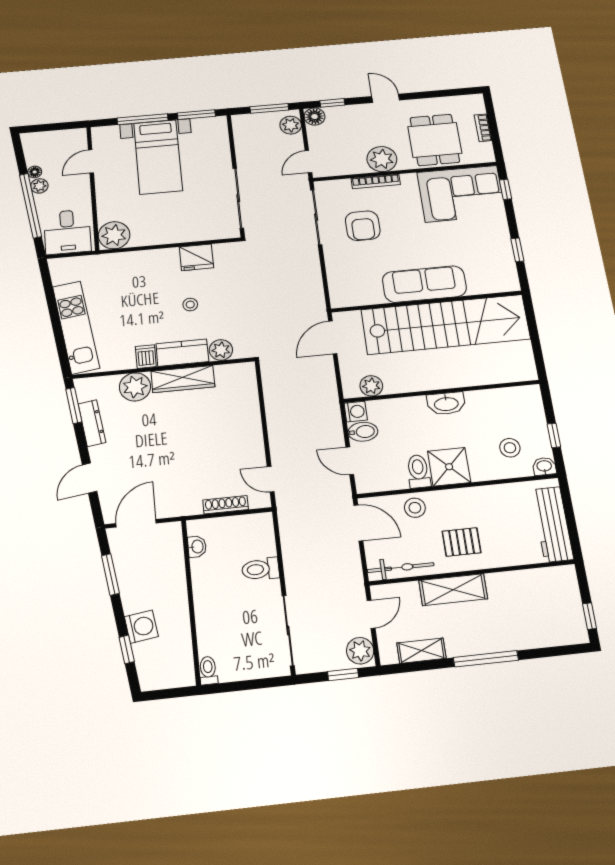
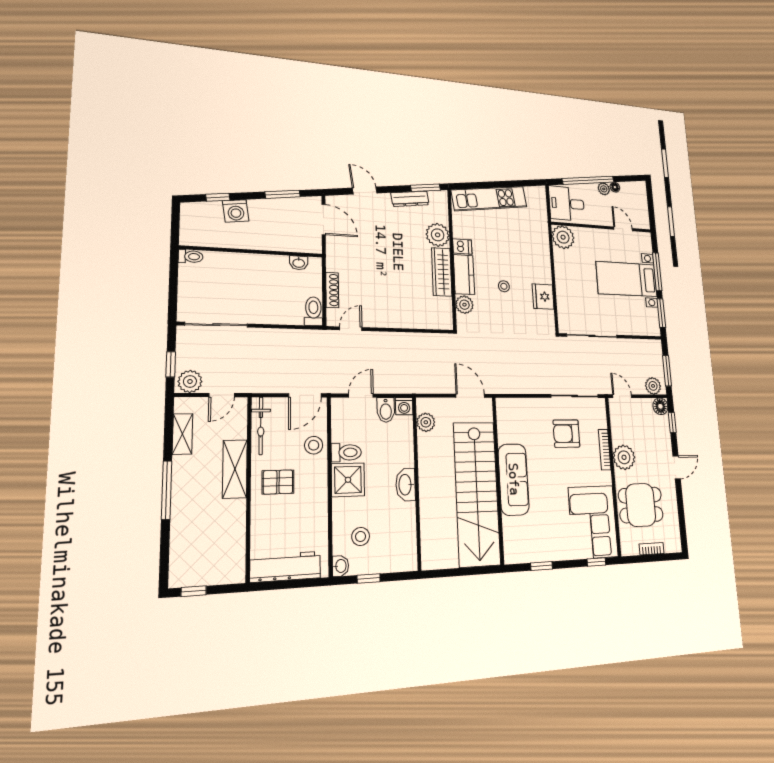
pallet: (462, 542) -> (278, 482), turned 90
toilet: (260, 569) -> (313, 311), moved
door: (371, 614) -> (222, 395), hinge flipped

